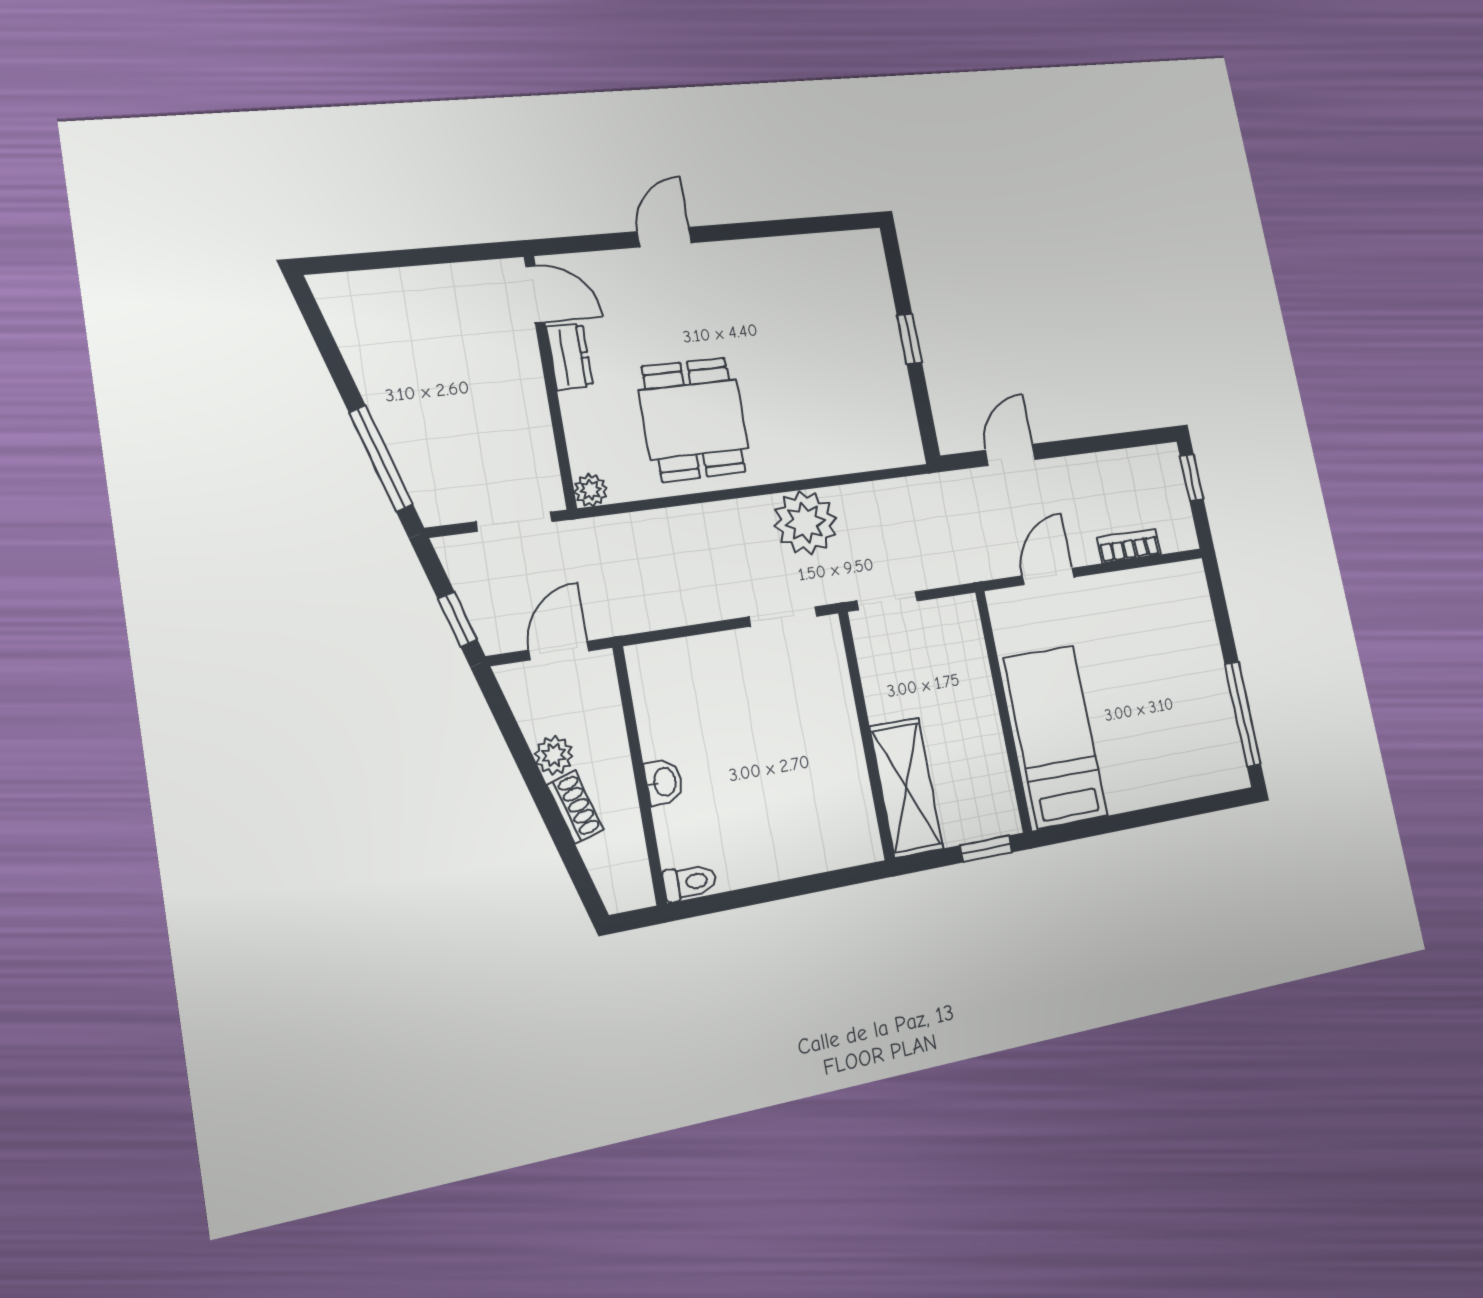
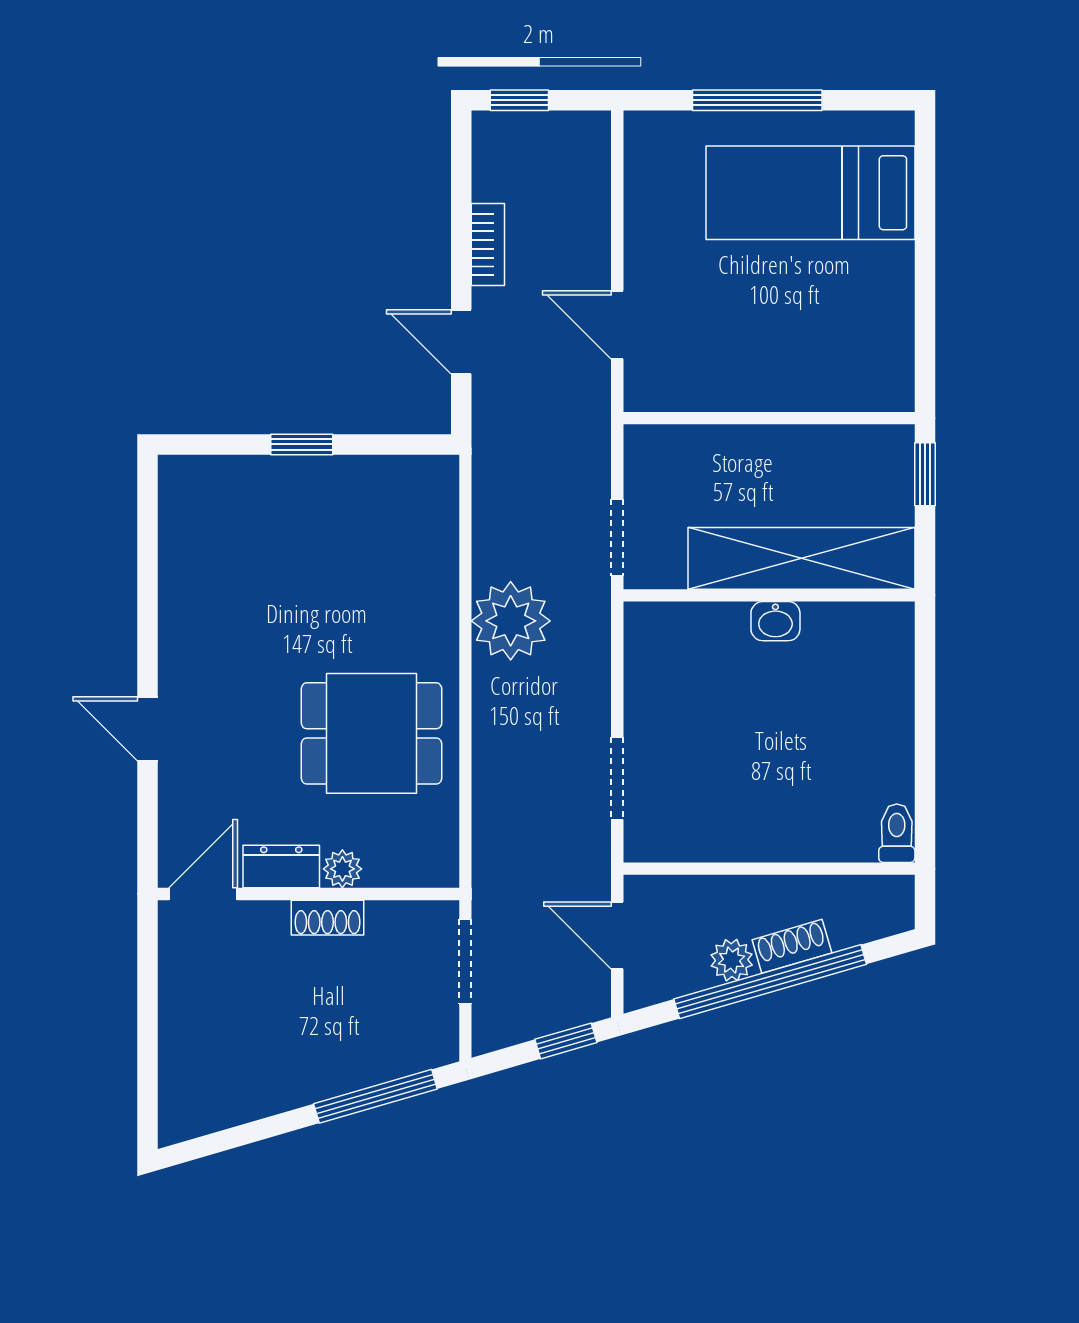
shoe rack: (533, 400) -> (327, 918), added
plant: (591, 490) -> (342, 869), moved
bookcase: (1129, 546) -> (488, 245), moved, turned 180
doorway: (783, 617) -> (617, 779), moved
window: (1243, 714) -> (757, 100), moved
bed: (1055, 737) -> (810, 193), moved
washbasin: (664, 782) -> (775, 621), moved, turned 180
shelving: (906, 788) -> (801, 558), width x1.47
window: (540, 793) -> (770, 982), added

